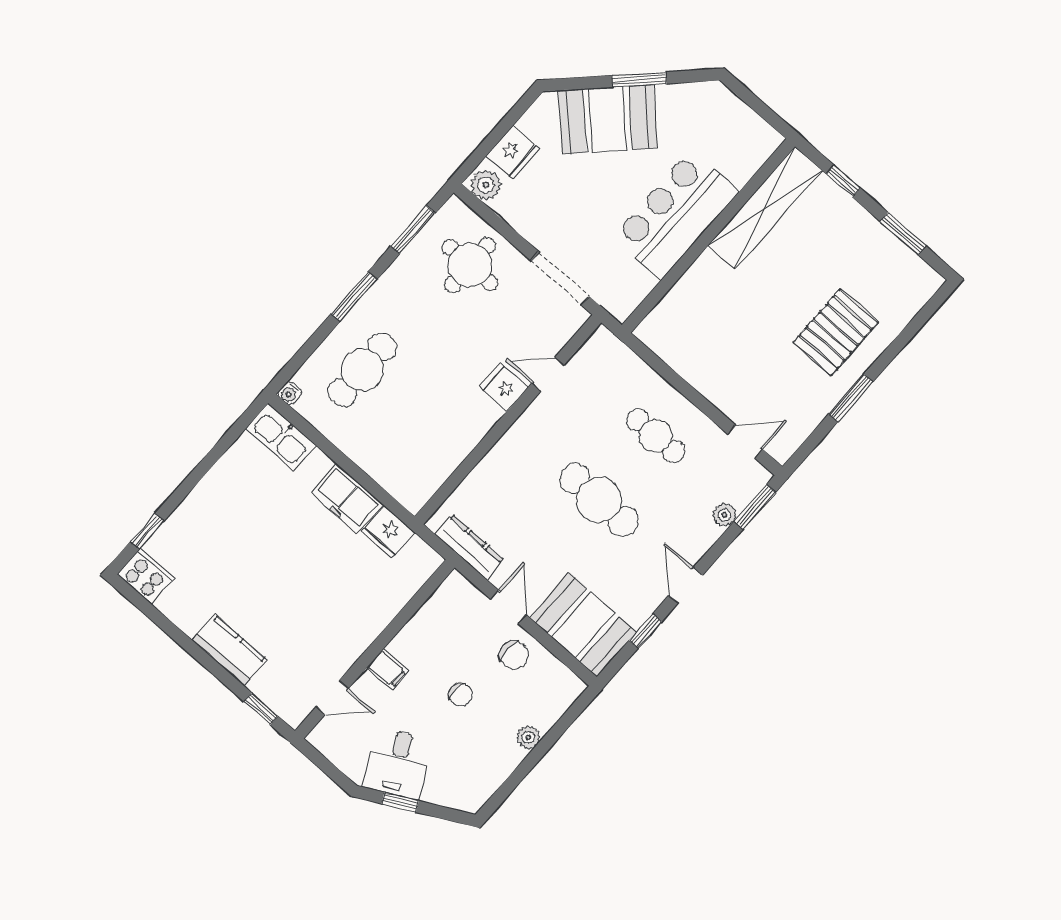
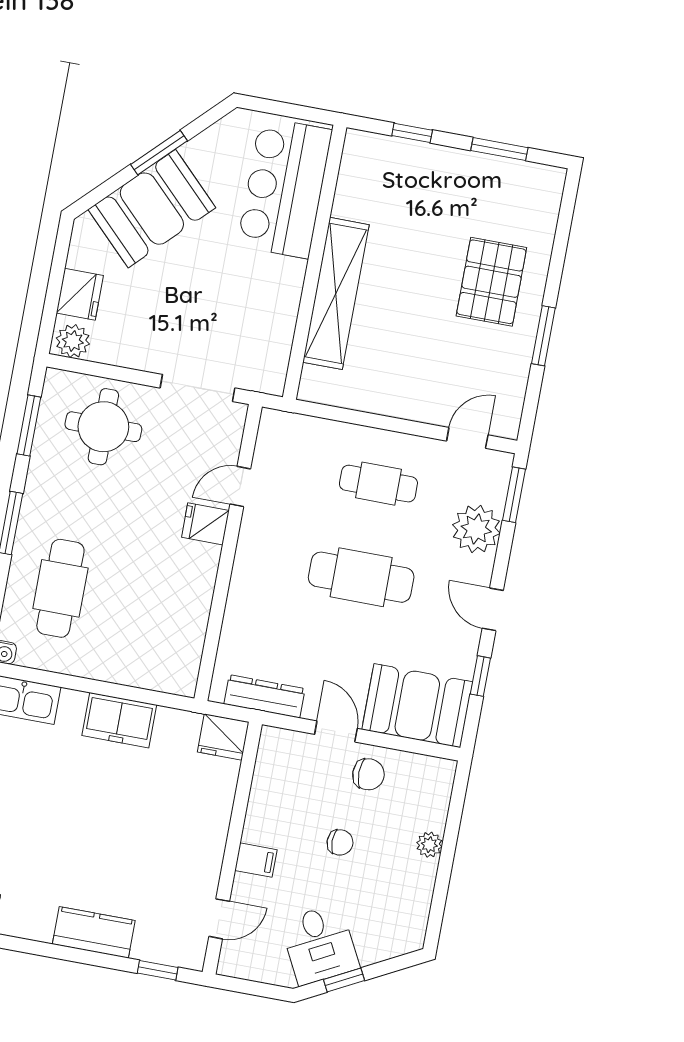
shelving: (765, 208) -> (336, 293), moved
bar counter: (676, 215) -> (285, 188), moved
plant: (724, 515) -> (476, 529), width x1.87, depth x1.87
fridge: (388, 532) -> (223, 737), moved

